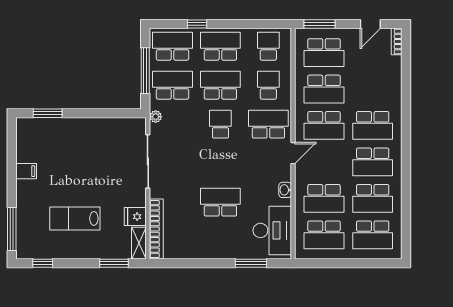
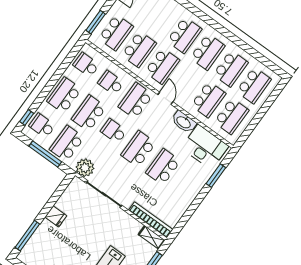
window: (197, 24) -> (27, 118), moved
school desk: (173, 46) -> (42, 126), width x0.54
window: (48, 113) -> (27, 236), width x1.44
plant: (156, 117) -> (85, 168), width x1.88, depth x1.88
school desk: (220, 163) -> (138, 149), added
washbasin: (285, 190) -> (184, 122), width x1.91, depth x1.45
fridge: (135, 217) -> (56, 216), moved, turned -90

